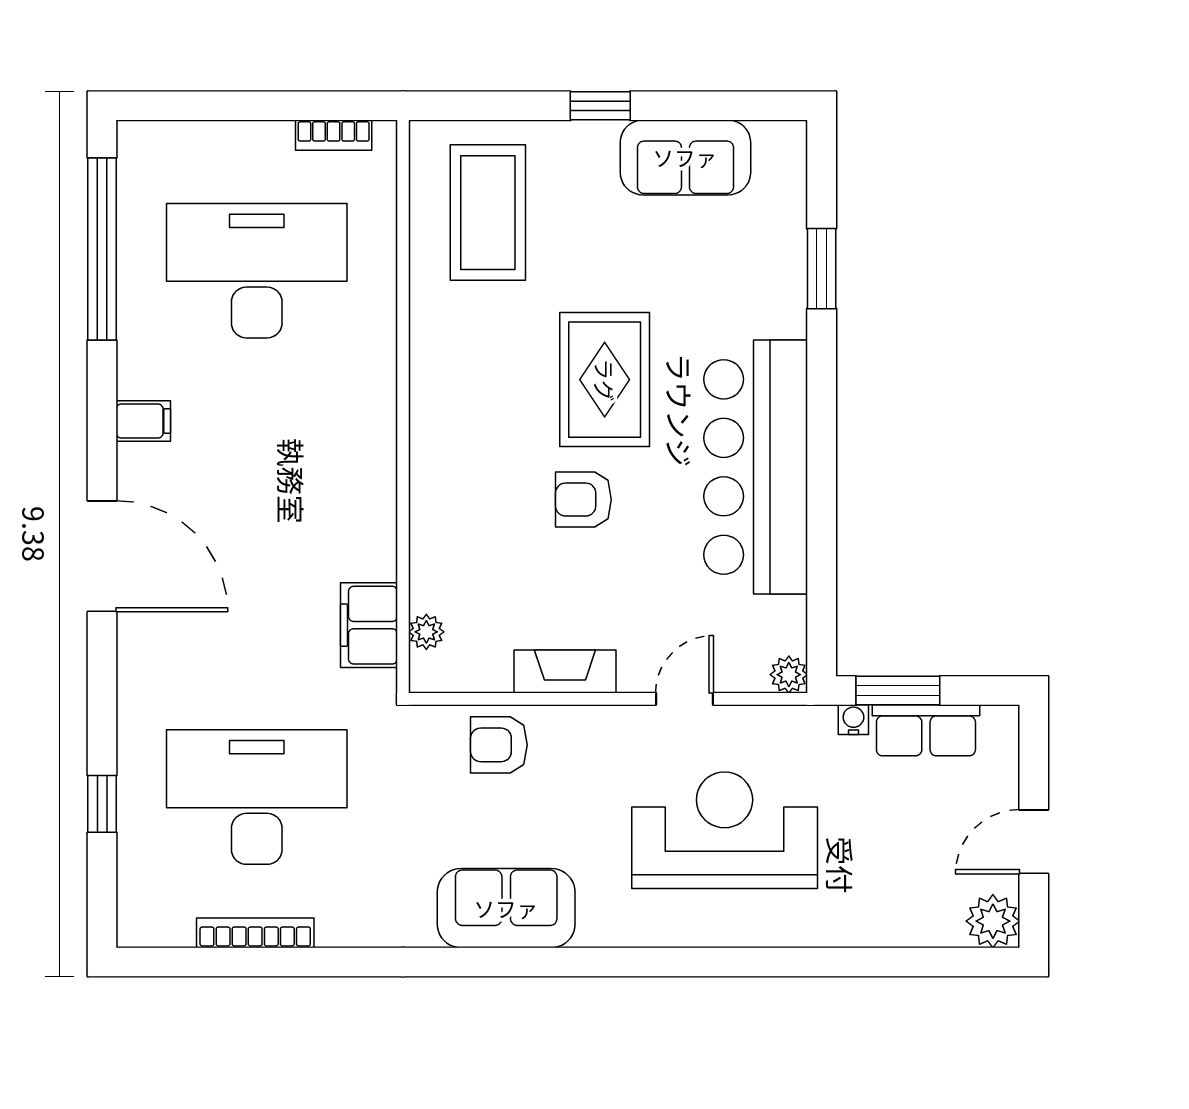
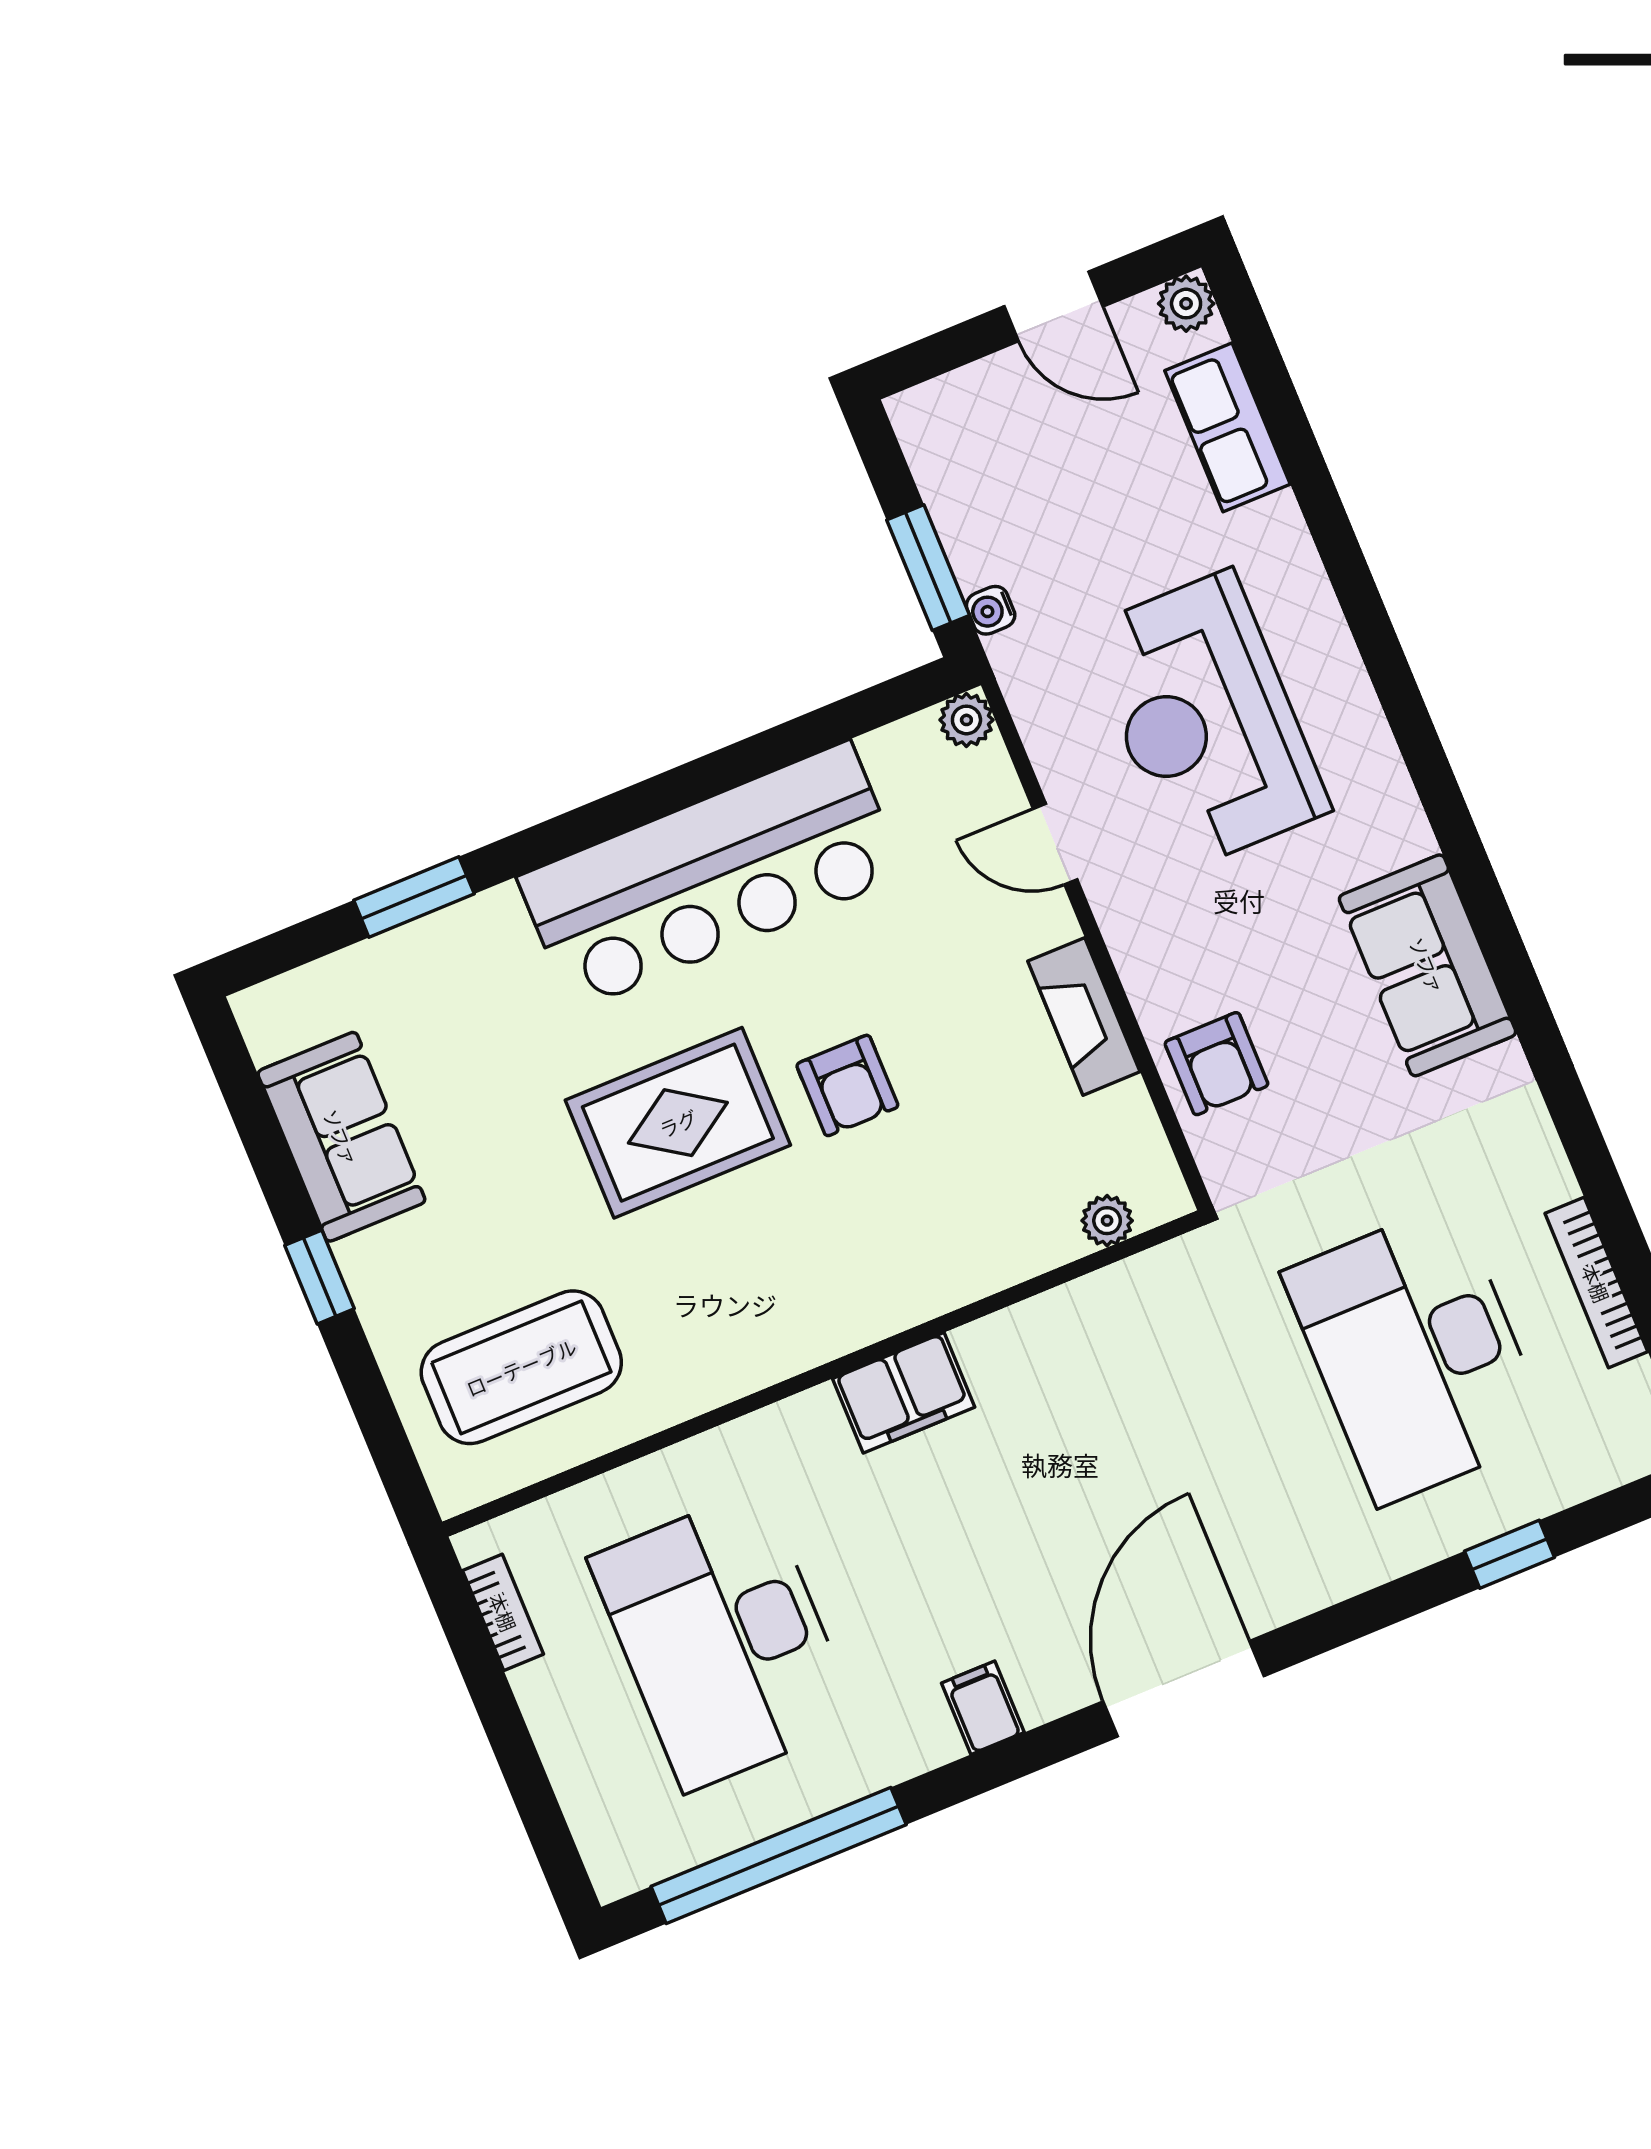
filing cabinet: (369, 625) -> (904, 1393), moved
row of seats: (926, 730) -> (1228, 427), moved, turned 180
plant: (993, 921) -> (1186, 304), width x0.73, depth x0.73

